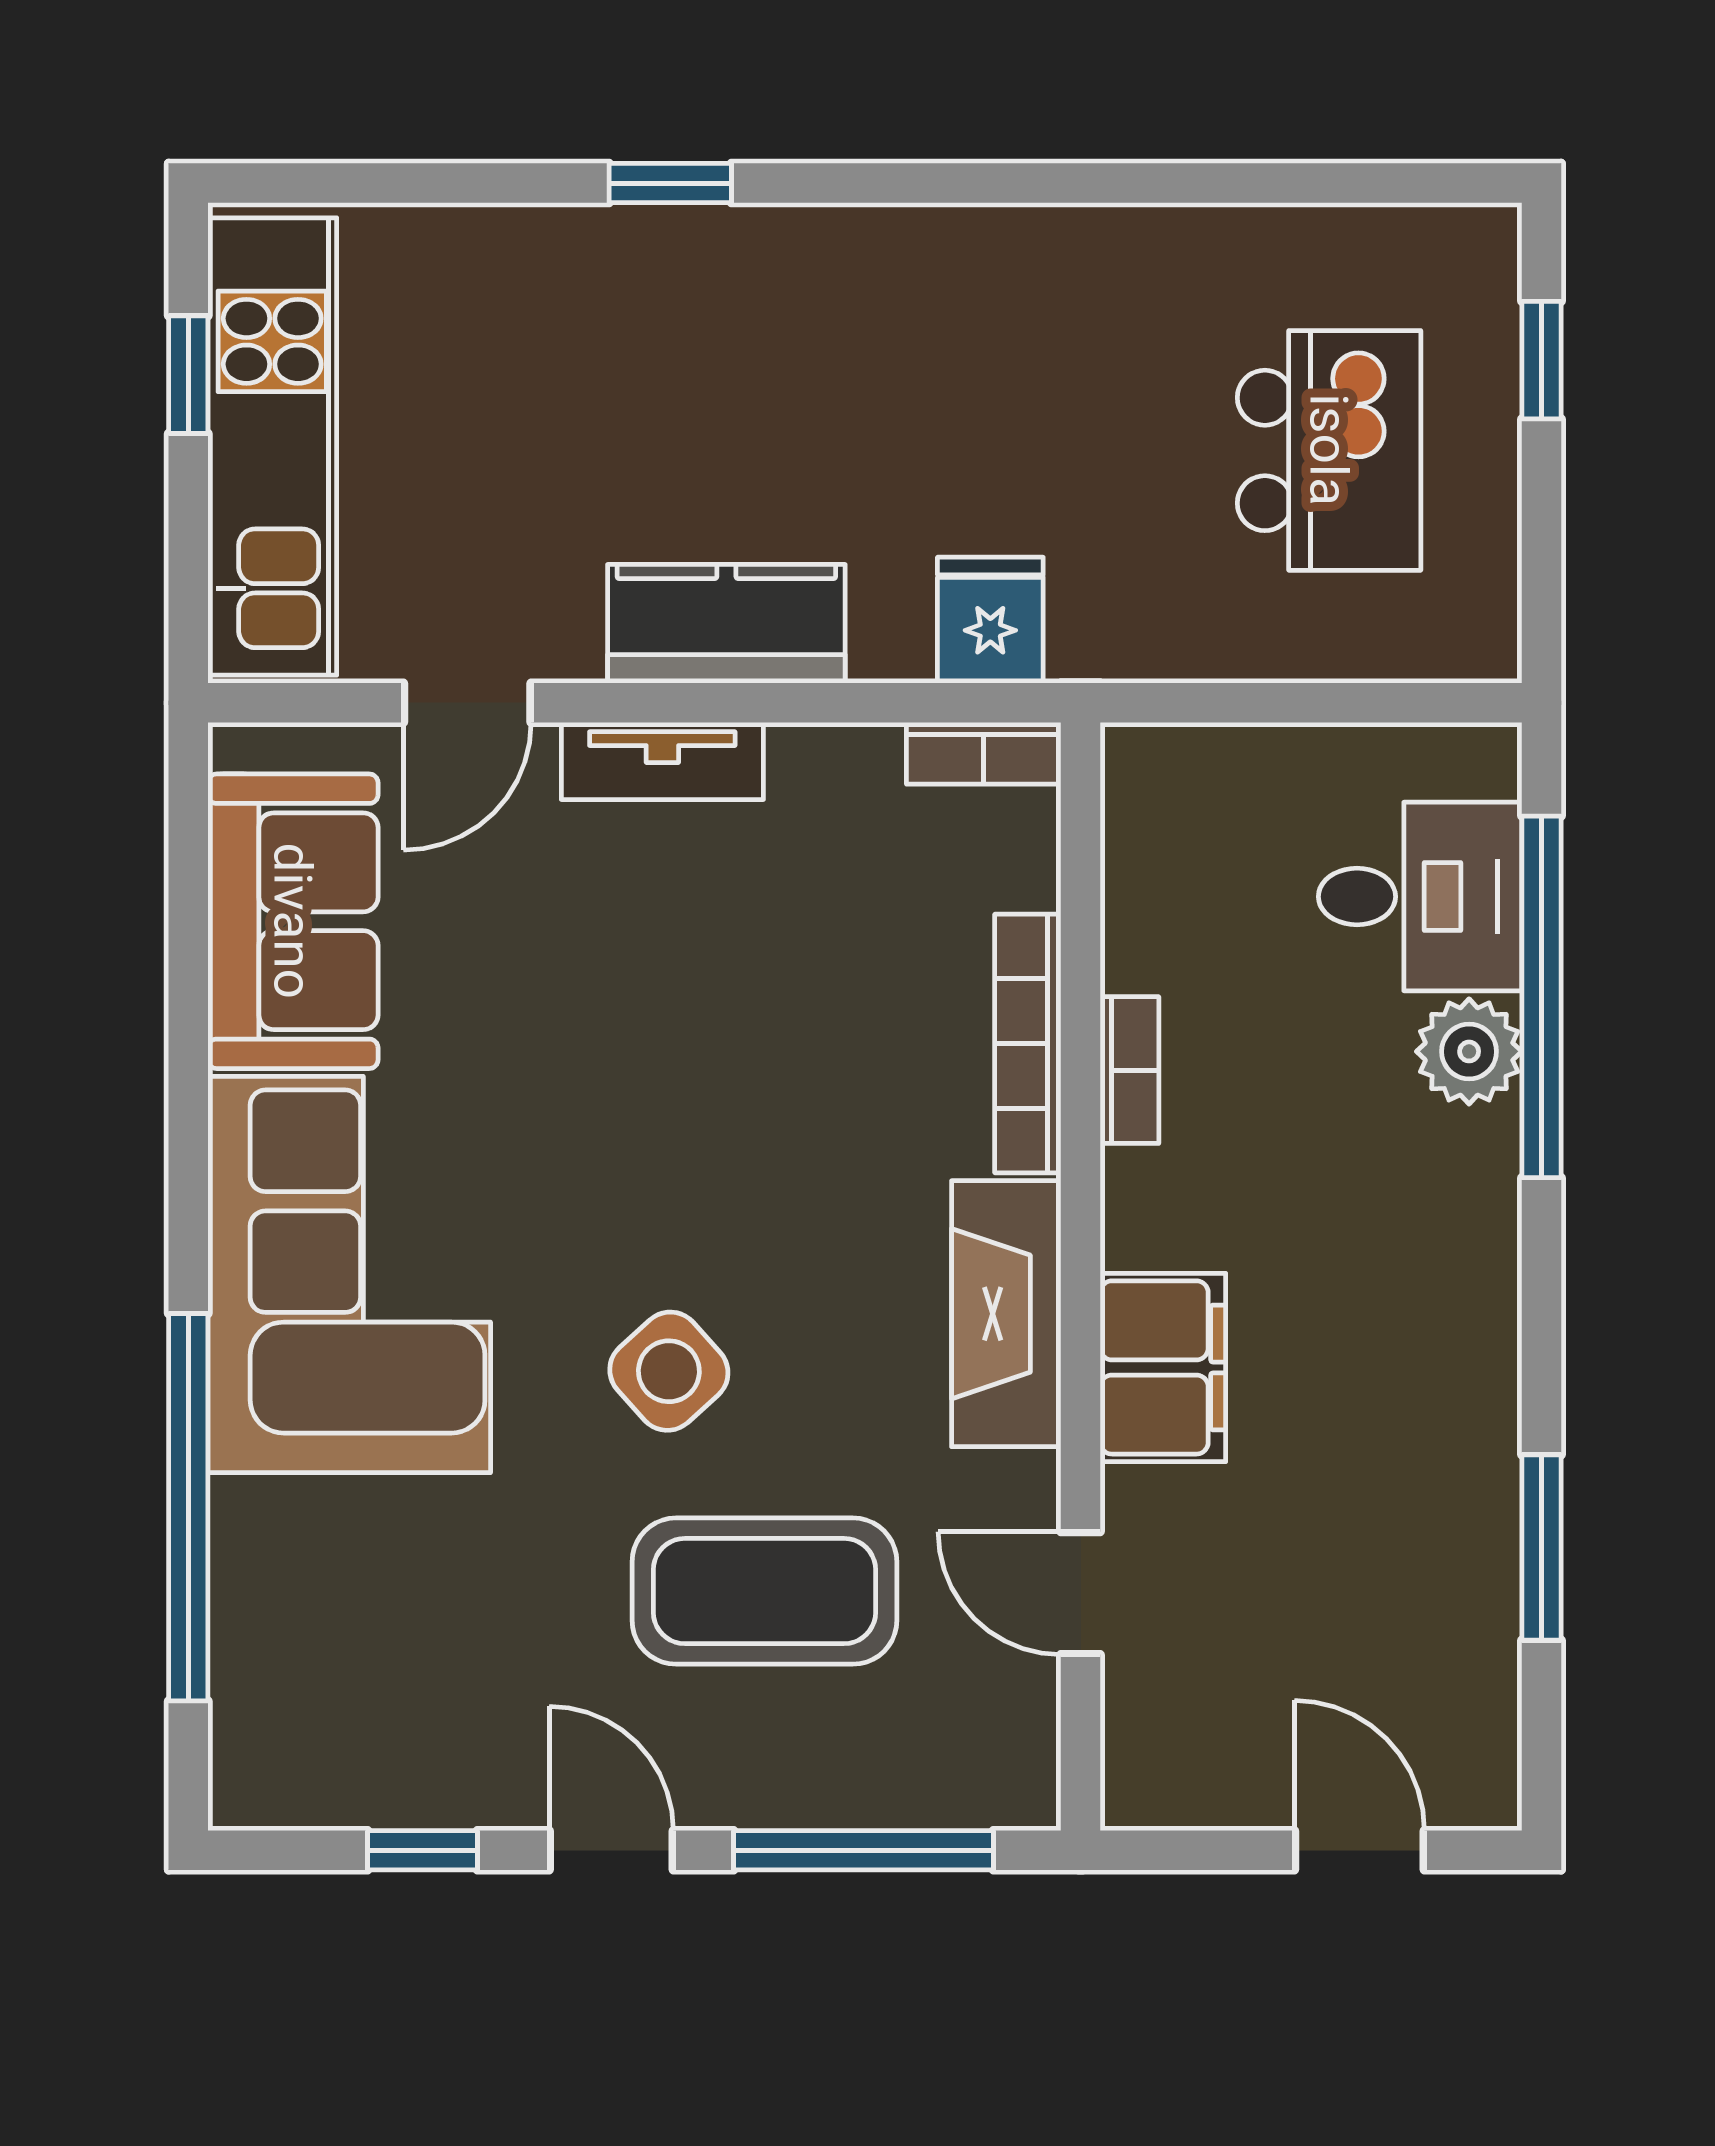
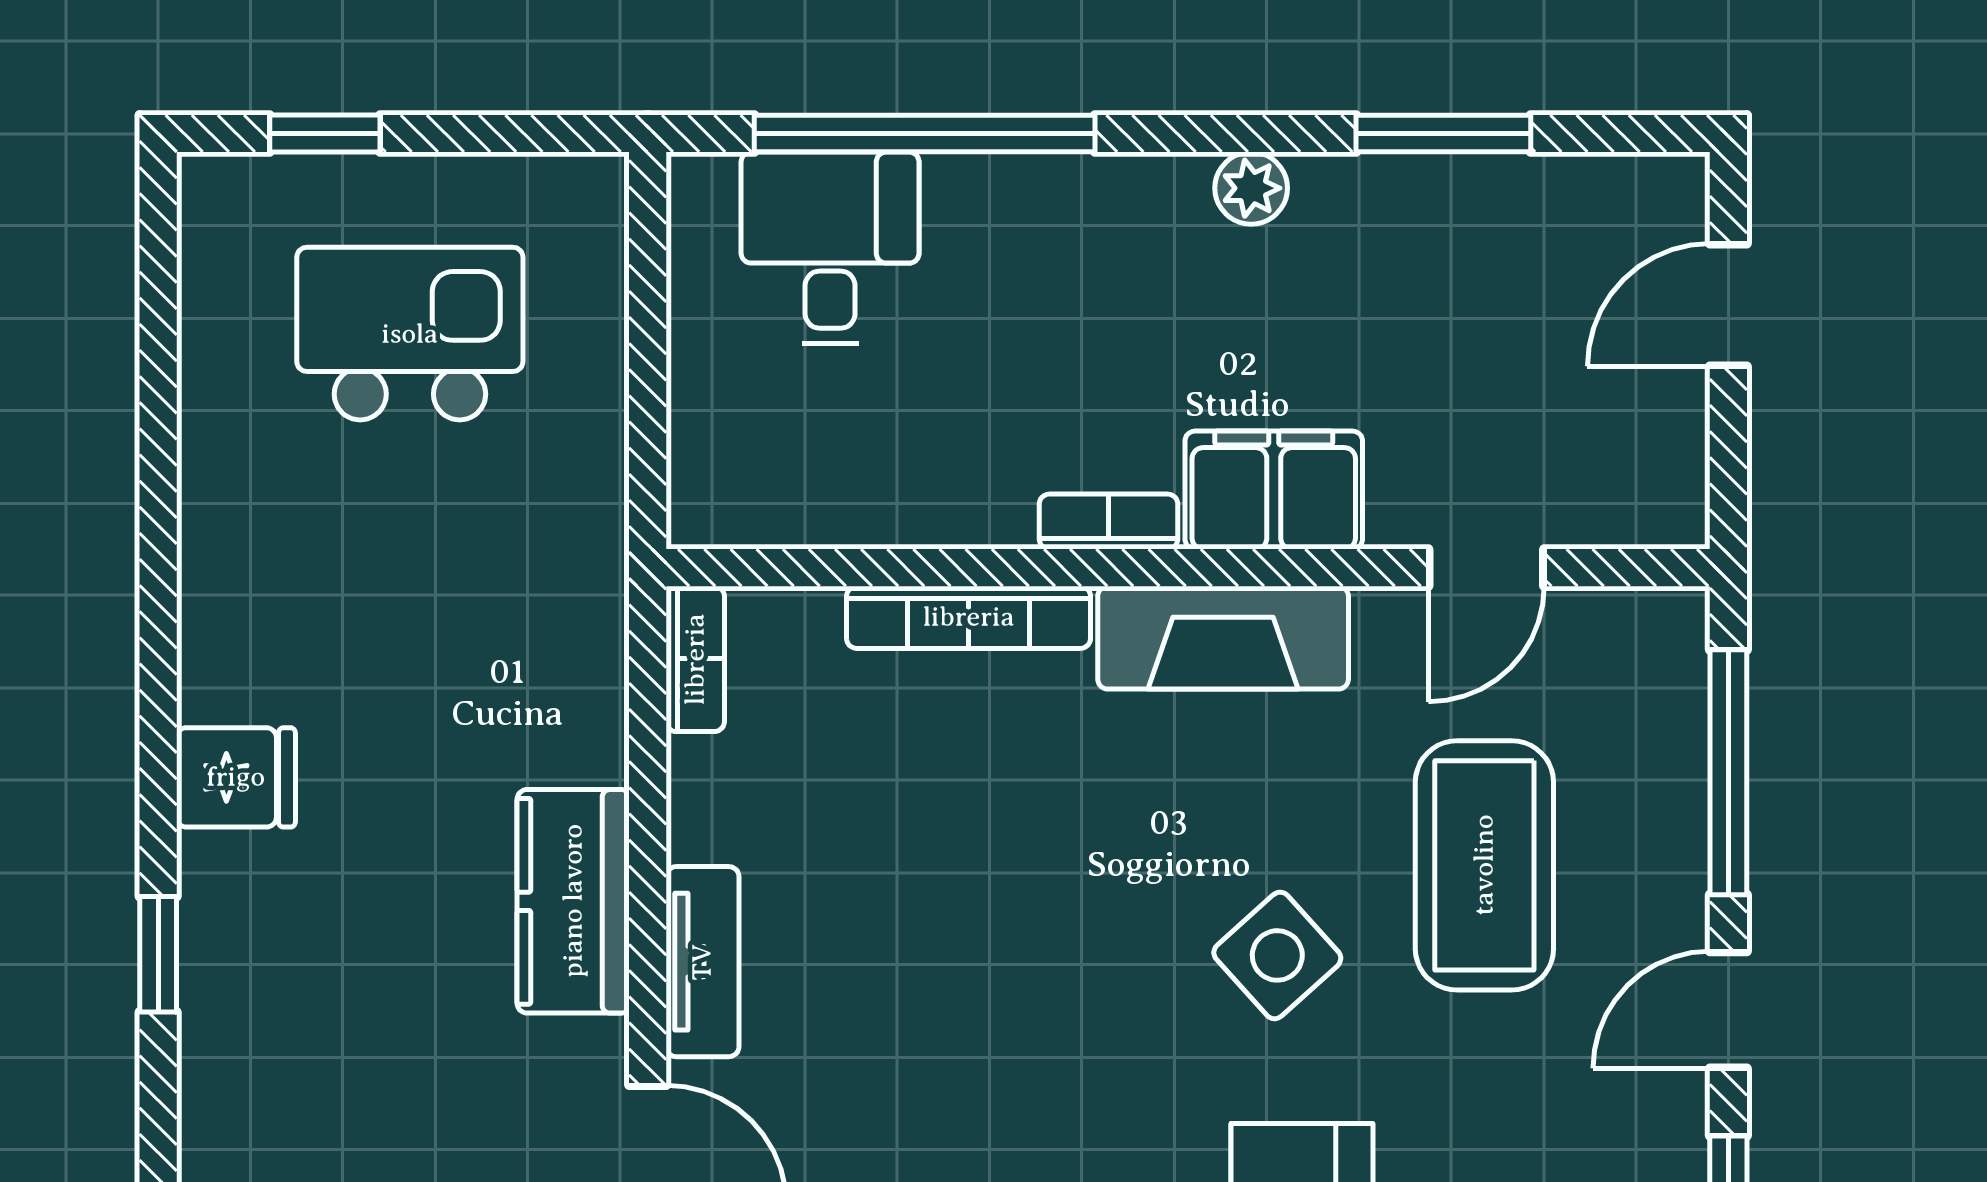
fridge: (990, 620) -> (236, 777), moved, turned 180
plant: (1469, 1051) -> (1251, 188), moved, width x0.73, depth x0.73
bookcase: (1130, 1070) -> (1108, 522), moved

